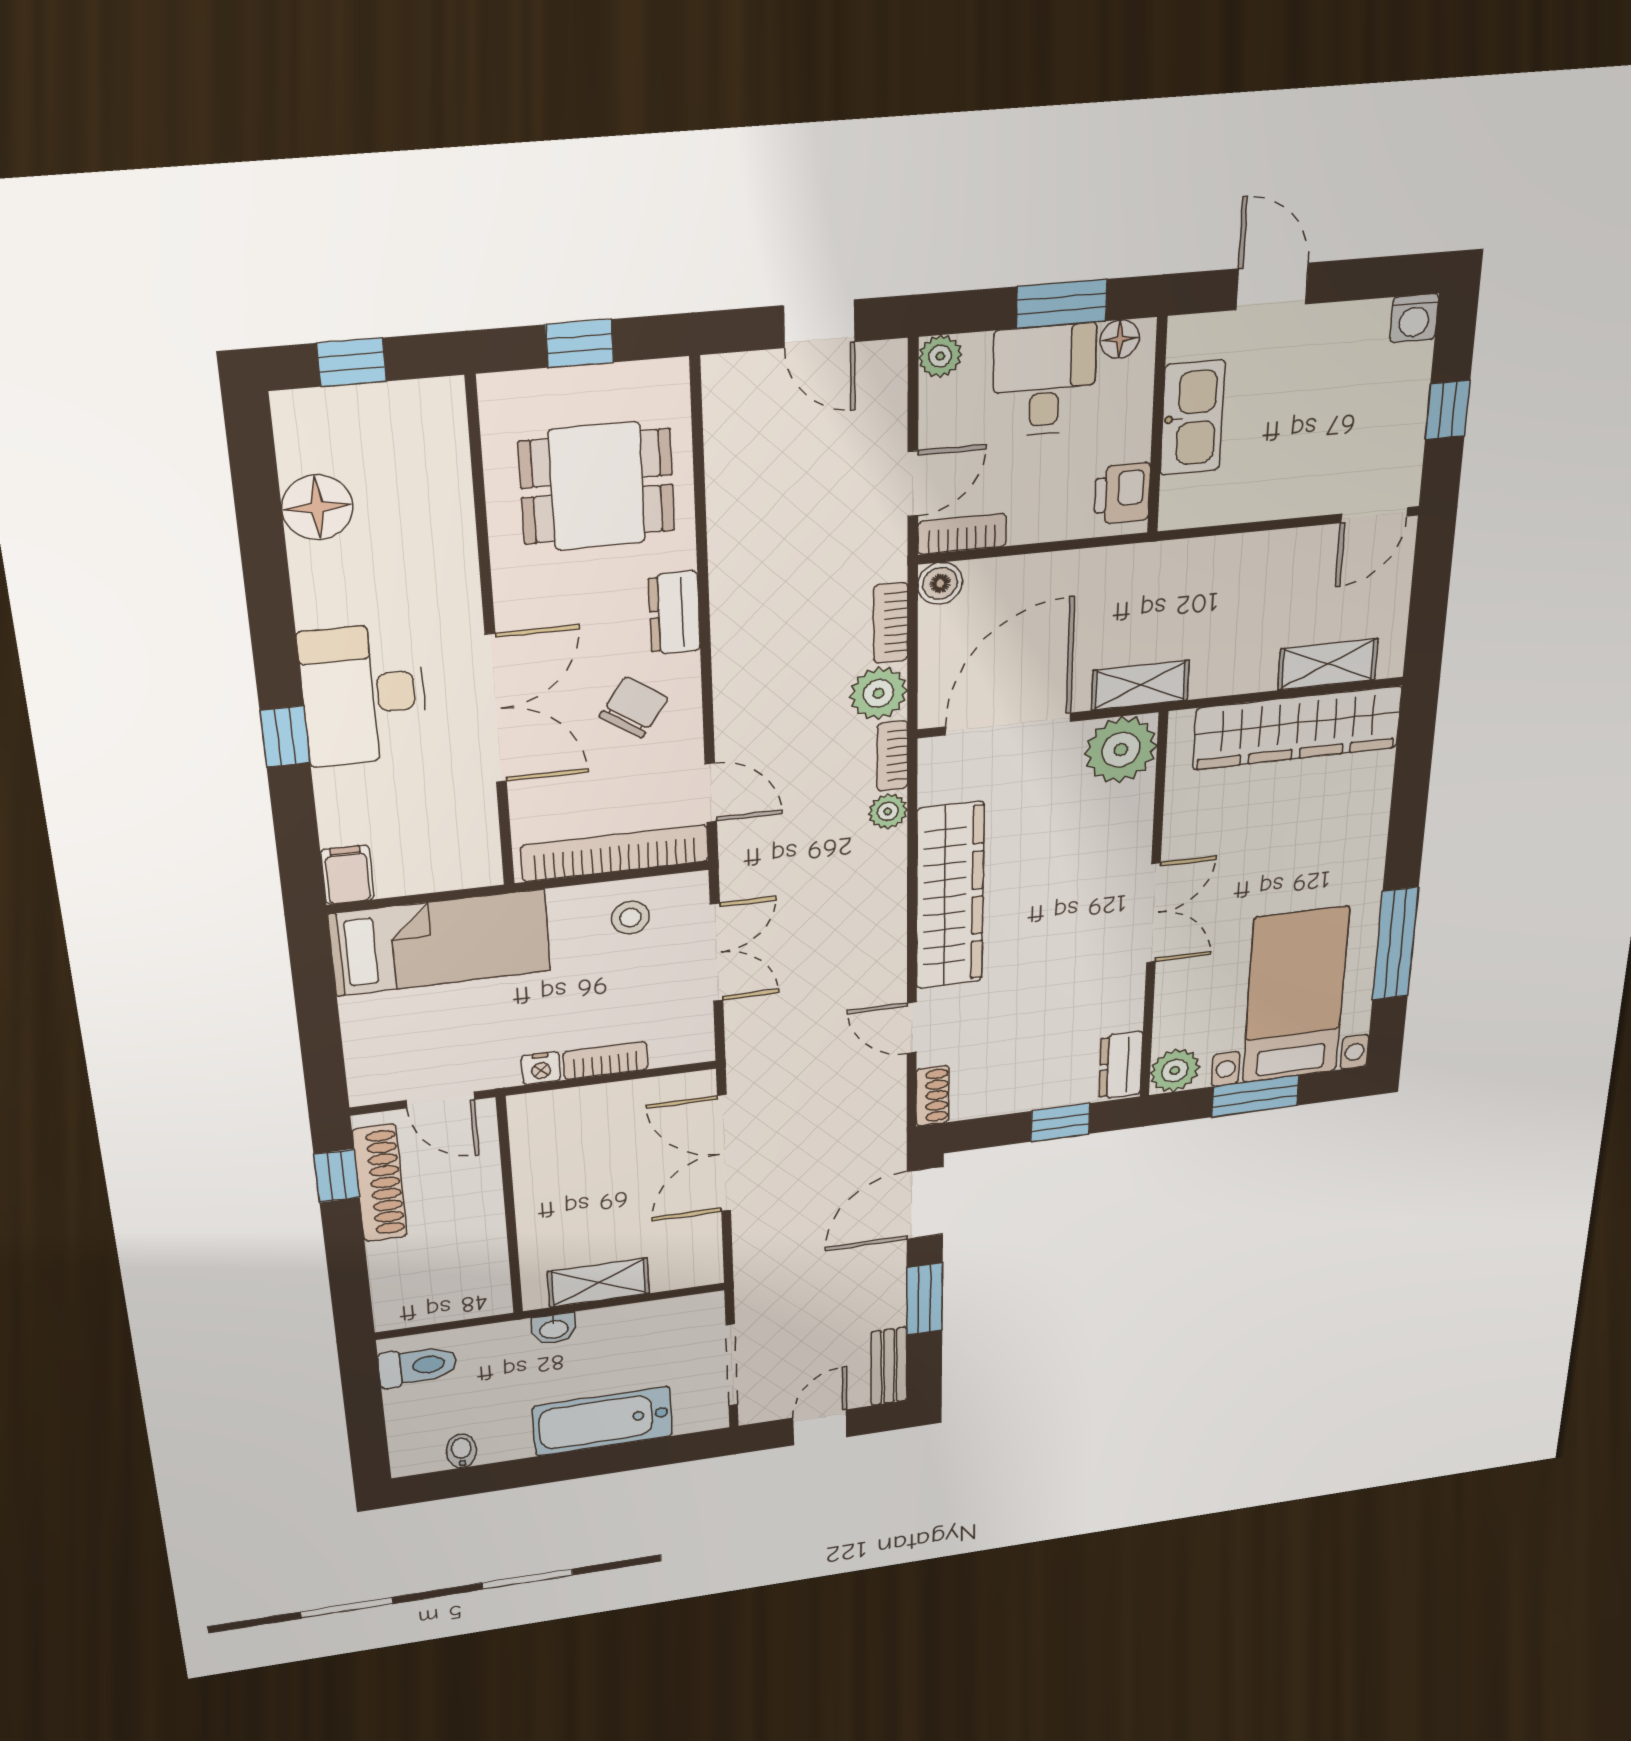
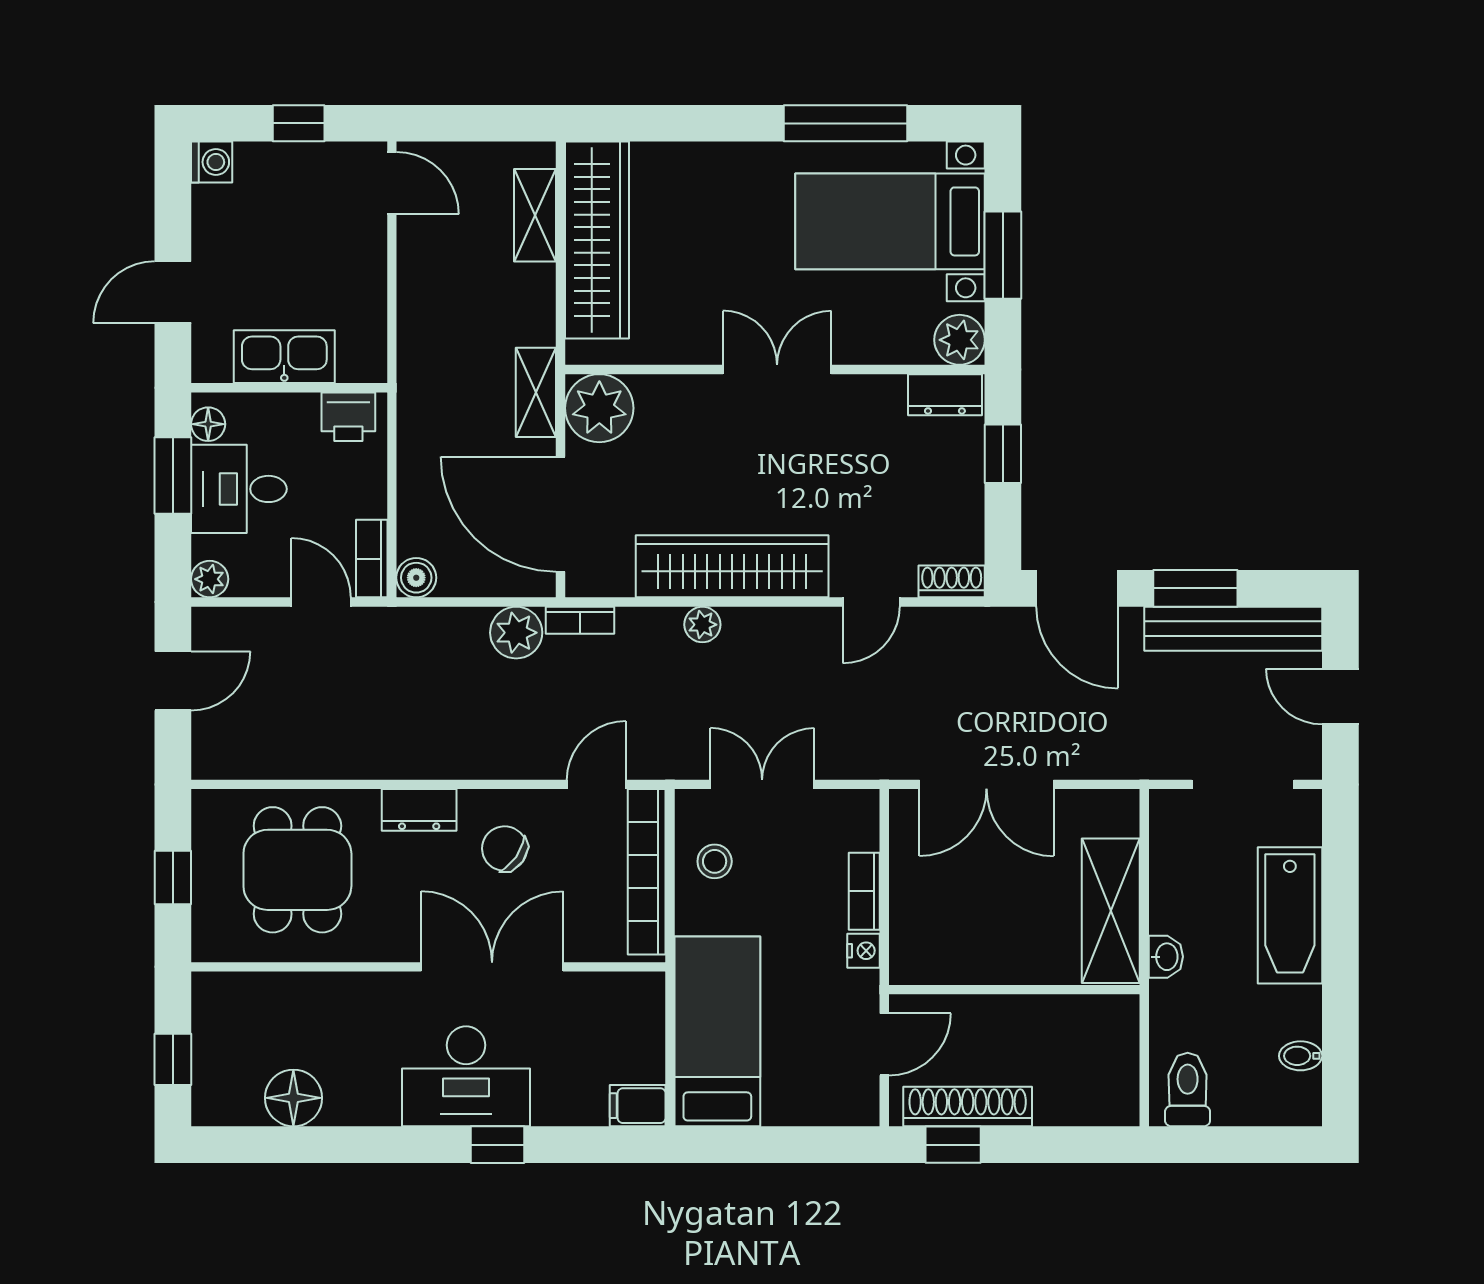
bookcase: (891, 623) -> (449, 622), removed
plant: (888, 811) -> (702, 625), moved
shelving: (599, 1283) -> (1111, 911), width x1.50, depth x1.33
bench: (889, 1366) -> (1233, 629), width x1.86, depth x1.21

